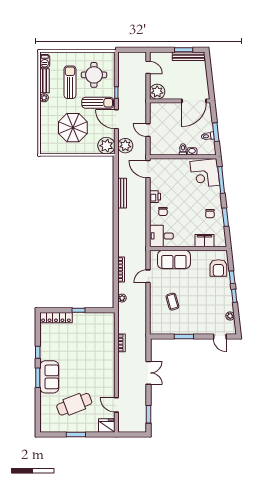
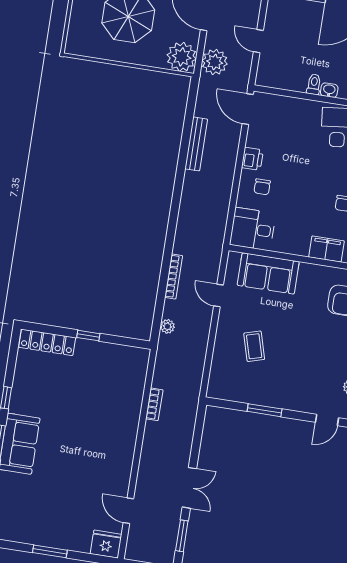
door: (148, 276) -> (219, 296), hinge flipped
door: (220, 337) -> (327, 420), hinge flipped
double door: (149, 373) -> (189, 488), moved
cafe table: (74, 404) -> (55, 498), removed

